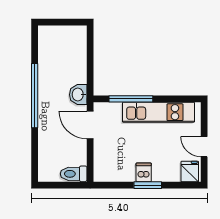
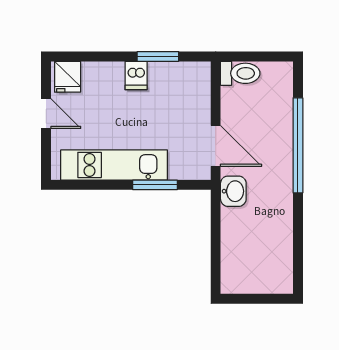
window: (35, 96) -> (298, 145), moved
window: (131, 99) -> (155, 185), width x0.69
window: (148, 185) -> (158, 56), moved

